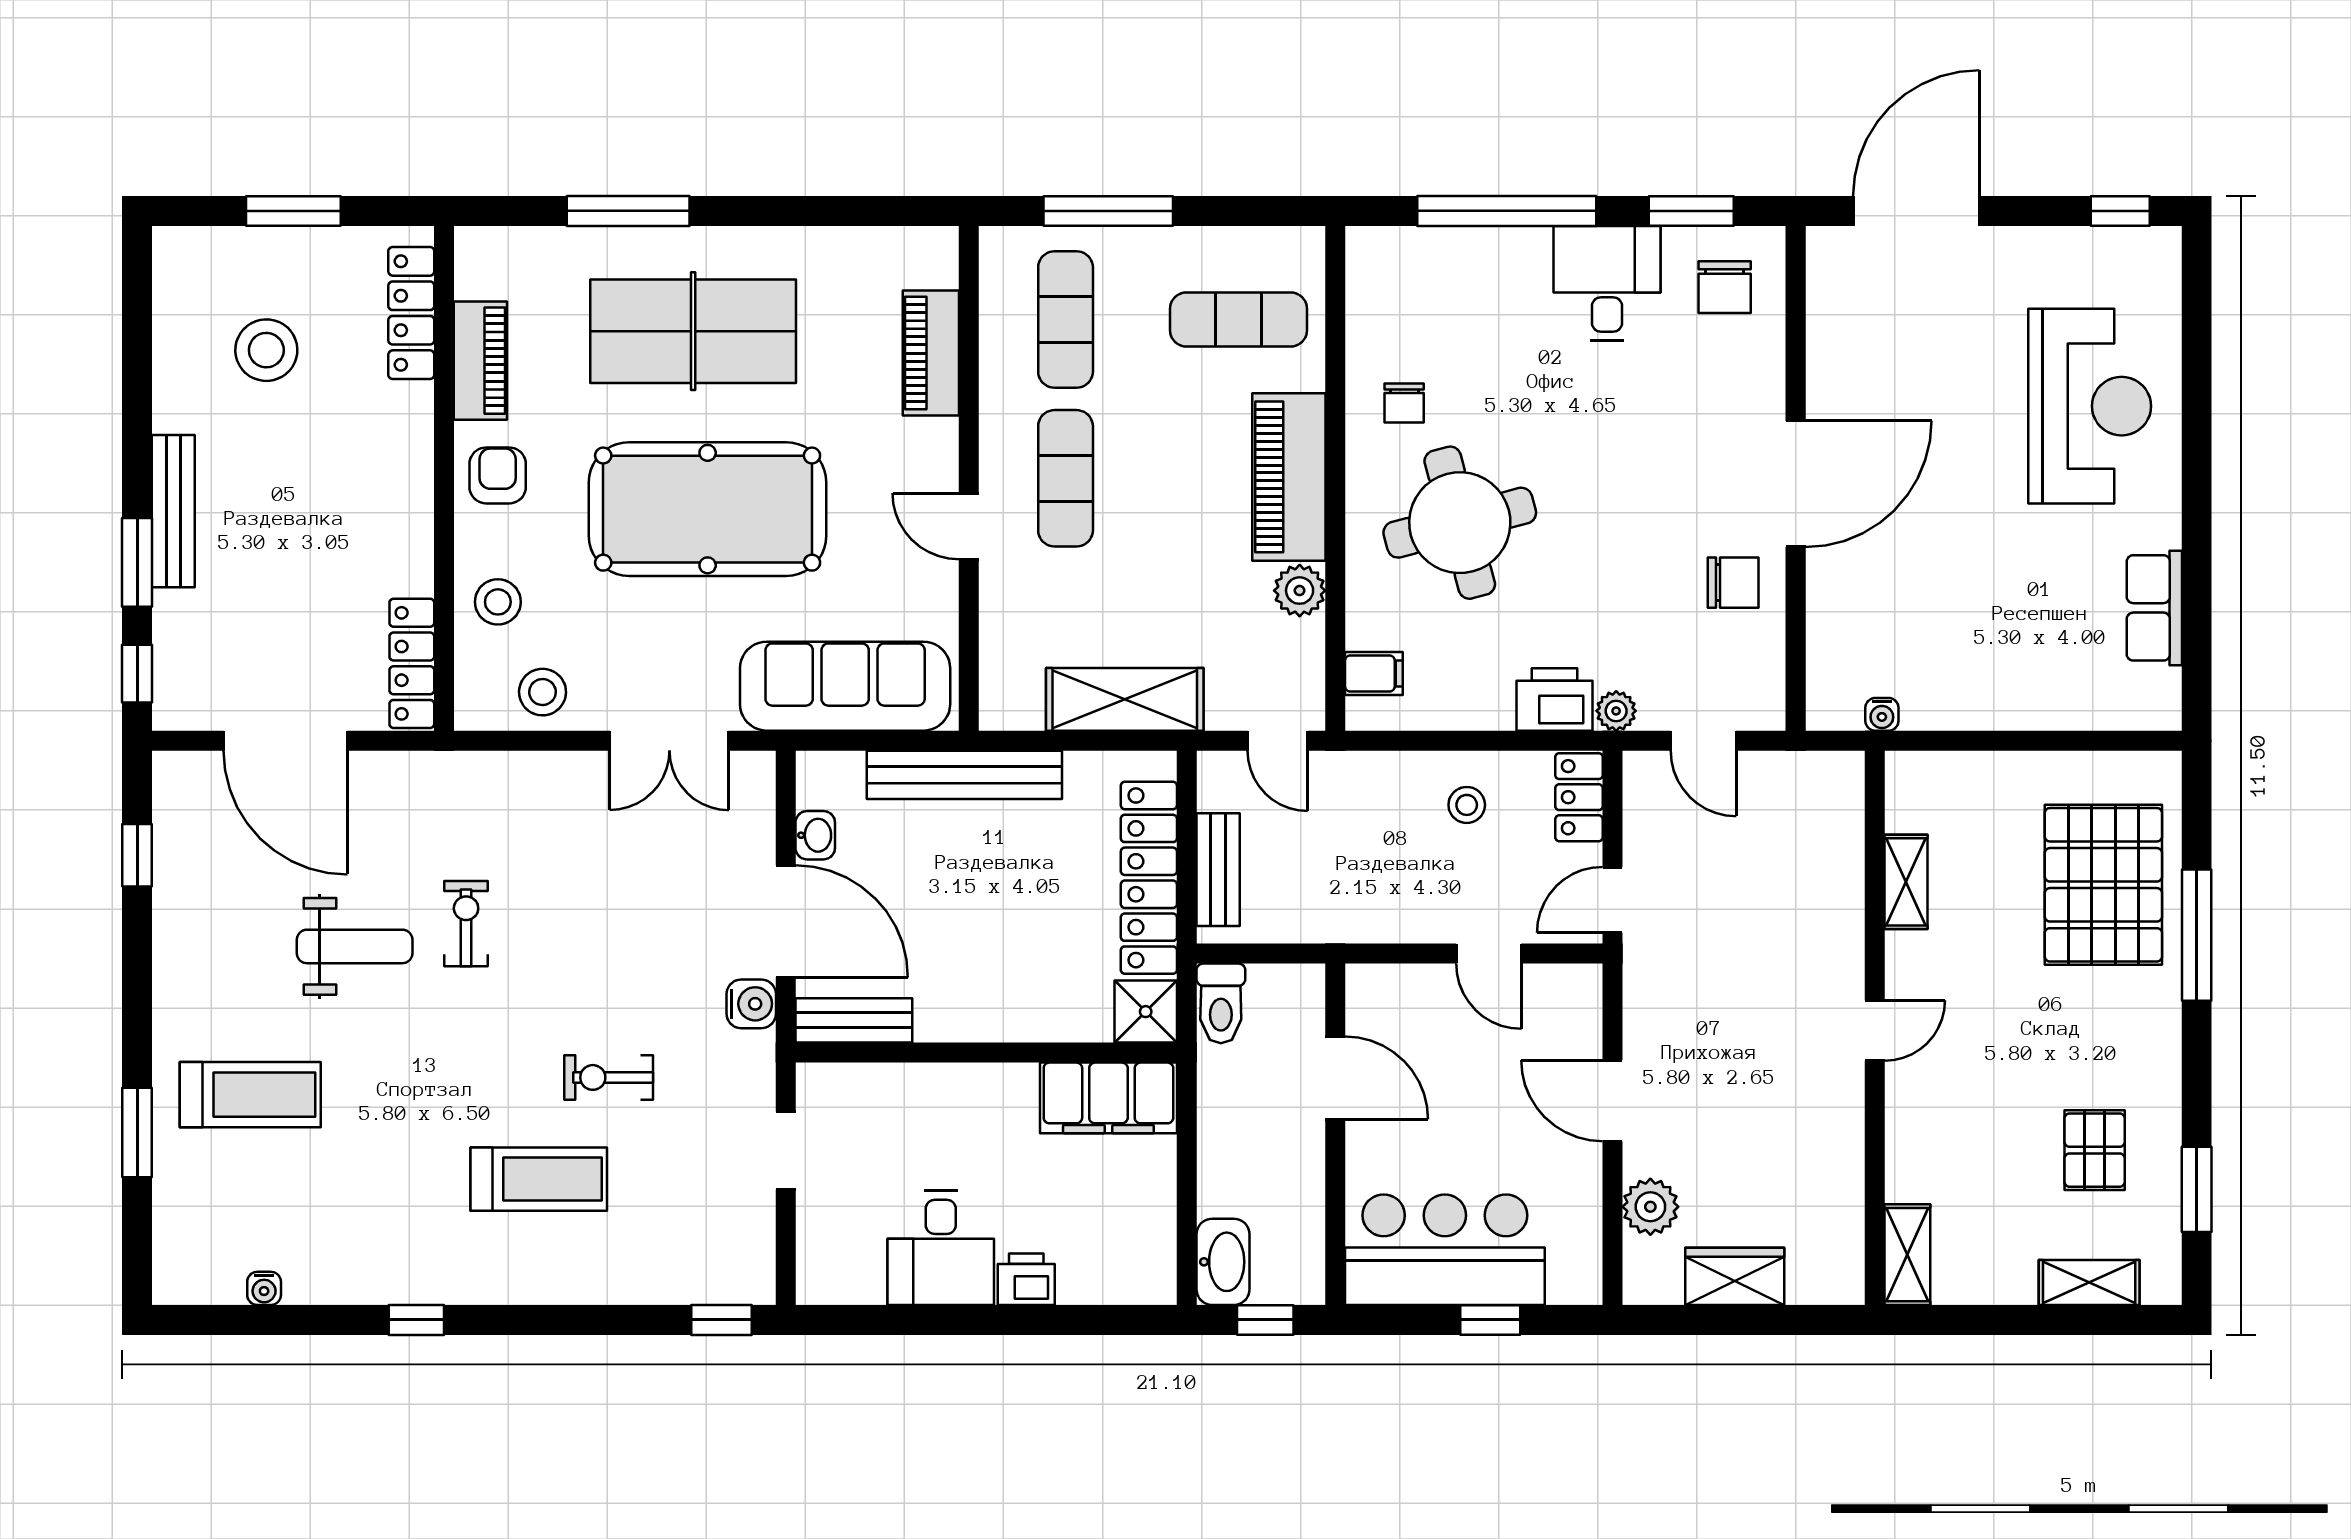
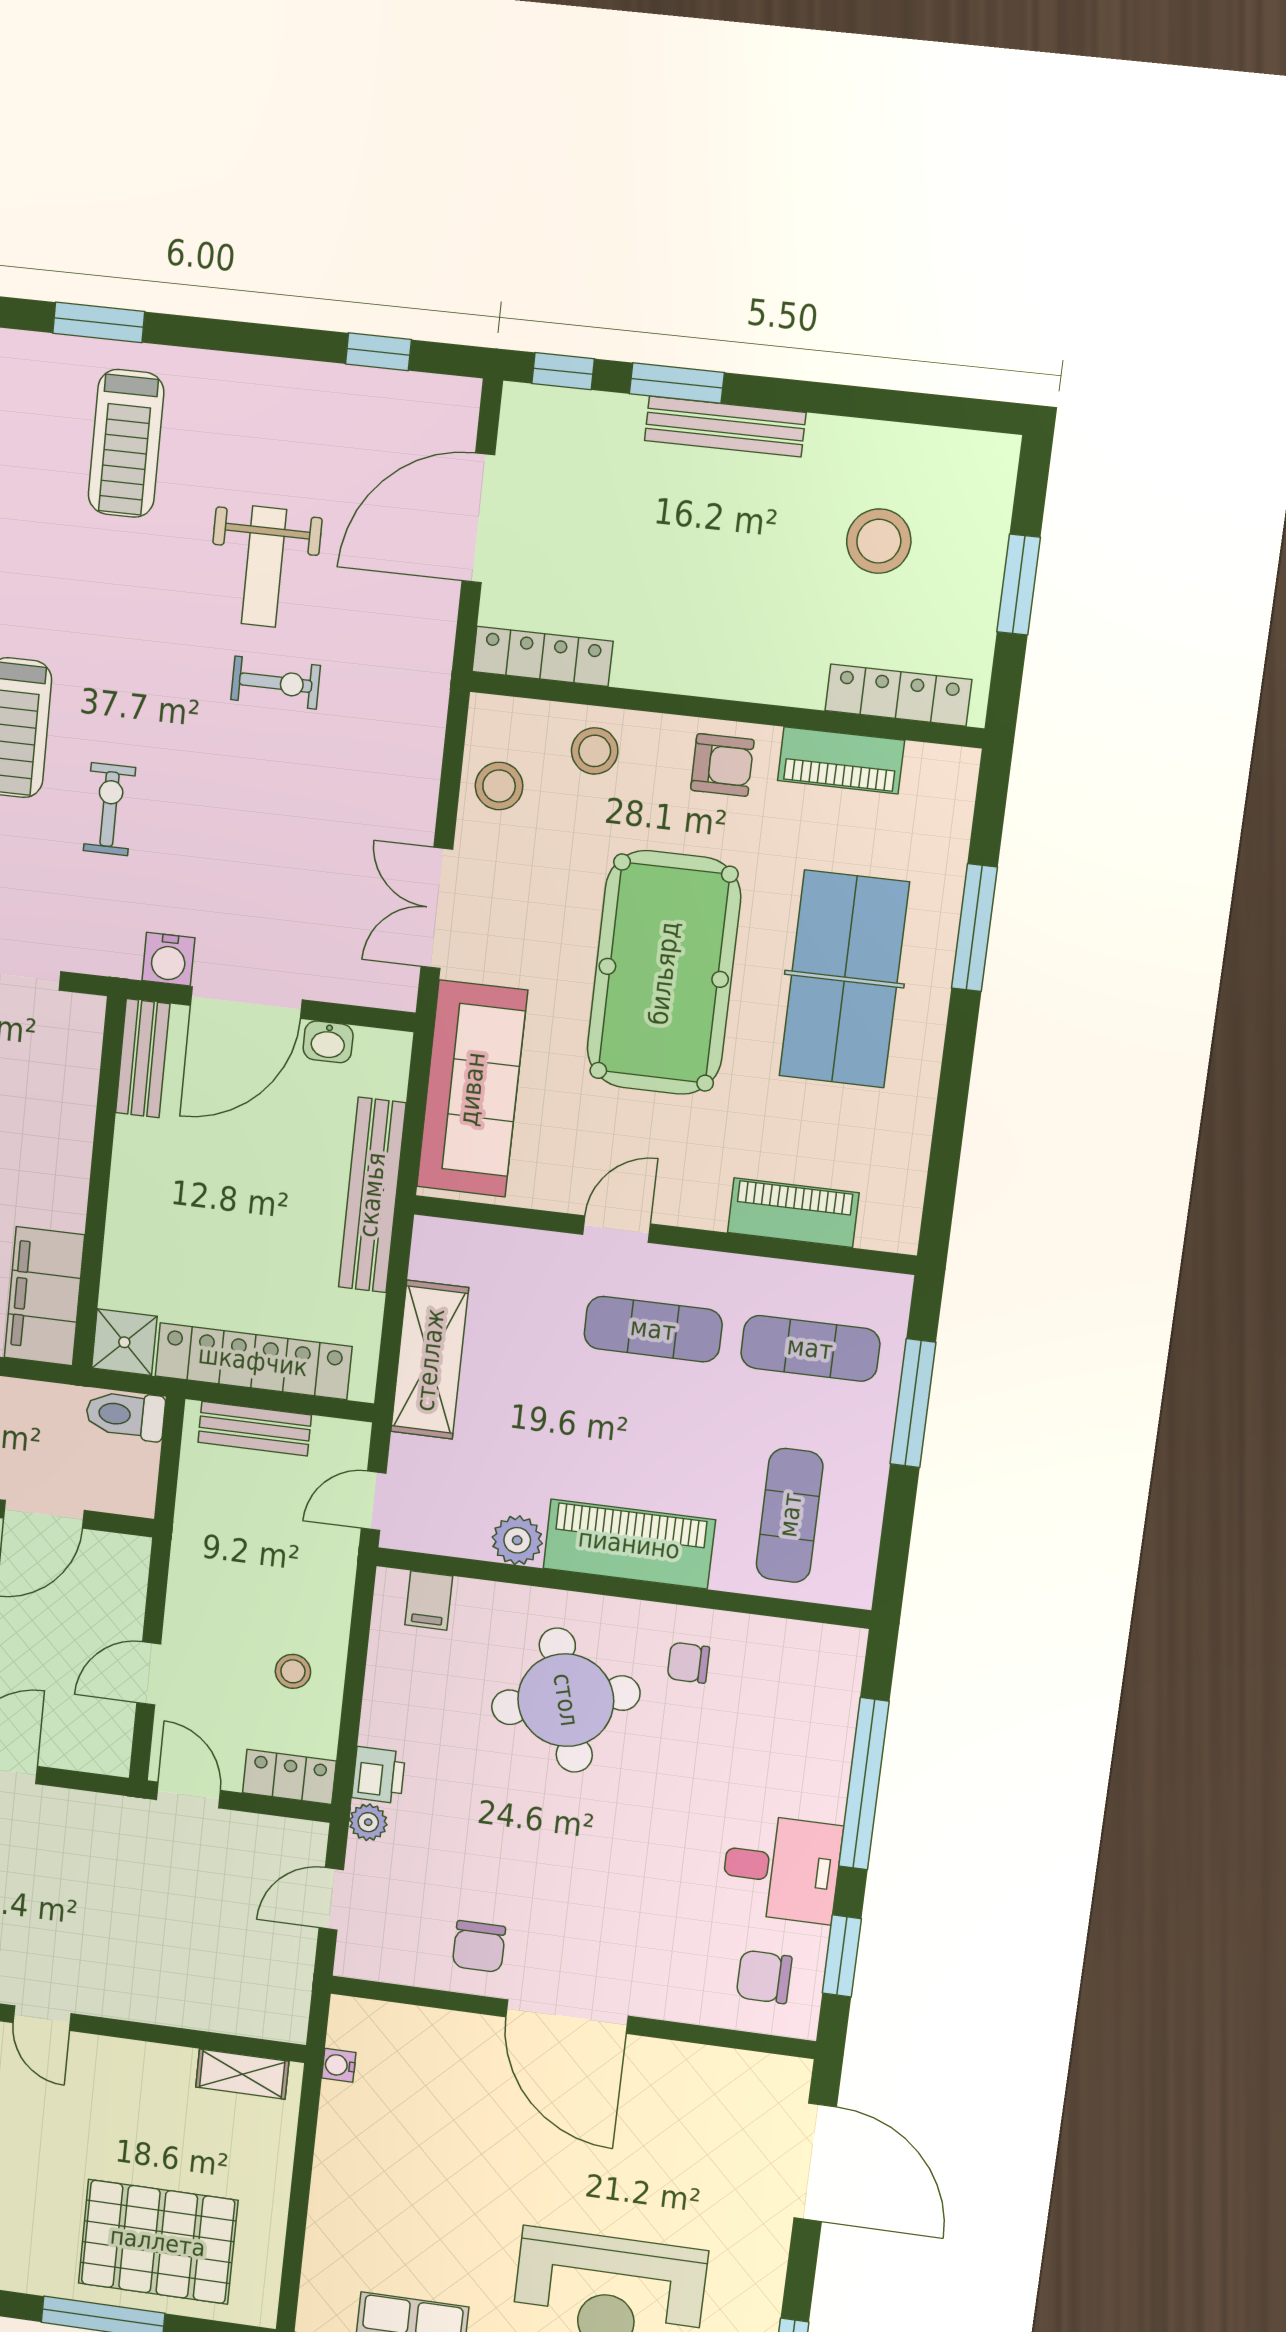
printer: (1554, 699) -> (379, 1775), width x0.73, depth x0.81
shelving: (1906, 882) -> (242, 2074), moved

